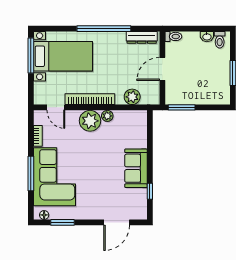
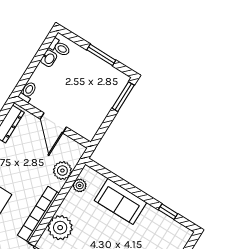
window: (182, 107) -> (123, 97), moved
plant: (107, 116) -> (80, 185), moved
sofa: (136, 168) -> (120, 201), moved

